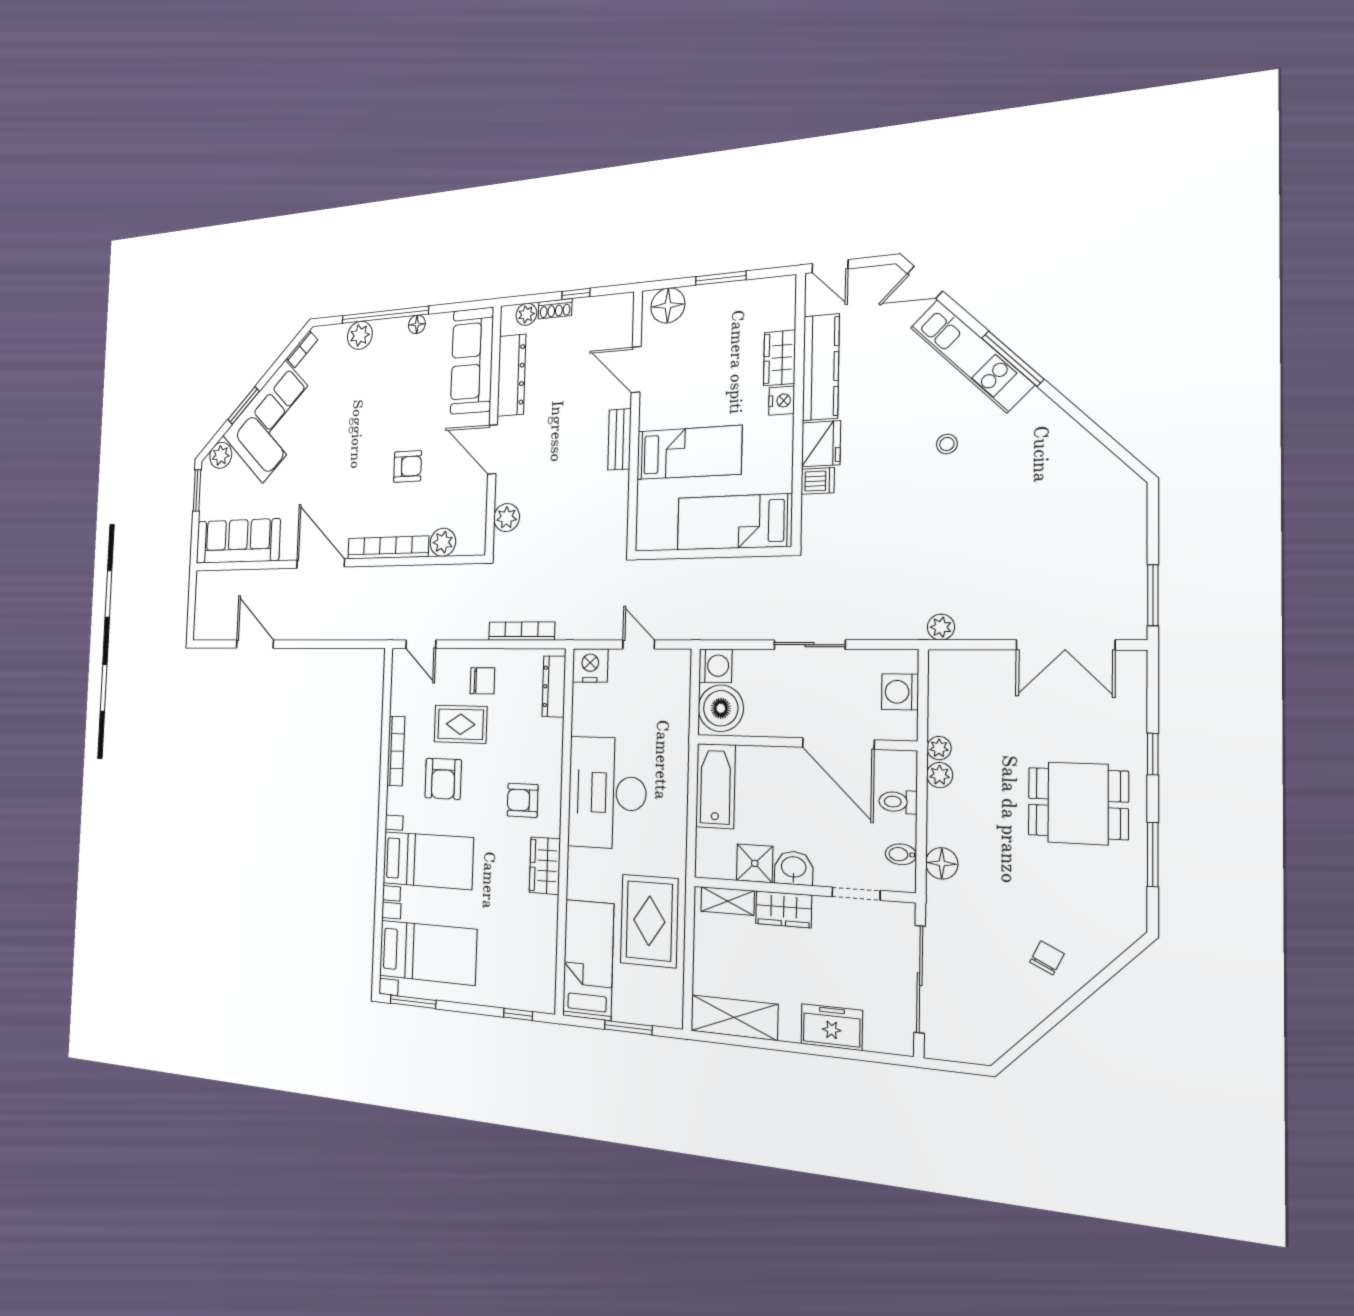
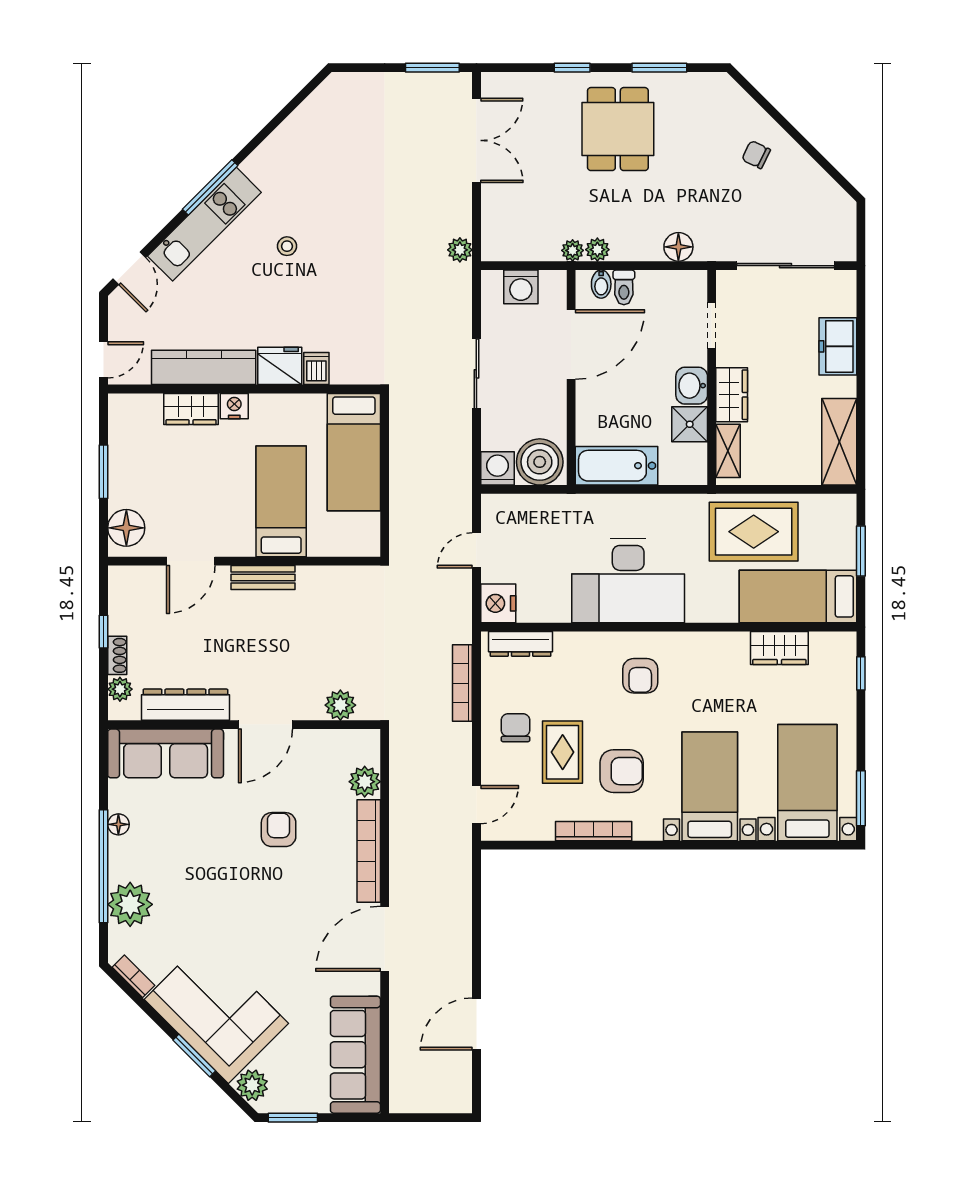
plant: (360, 335) -> (130, 904), width x1.36, depth x1.36
bidet: (901, 854) -> (601, 284), moved
wardrobe: (545, 866) -> (779, 648), moved

